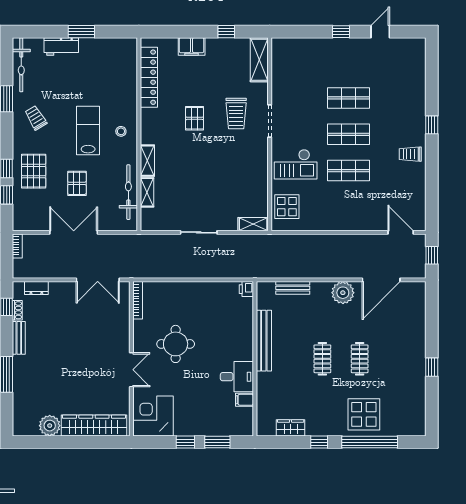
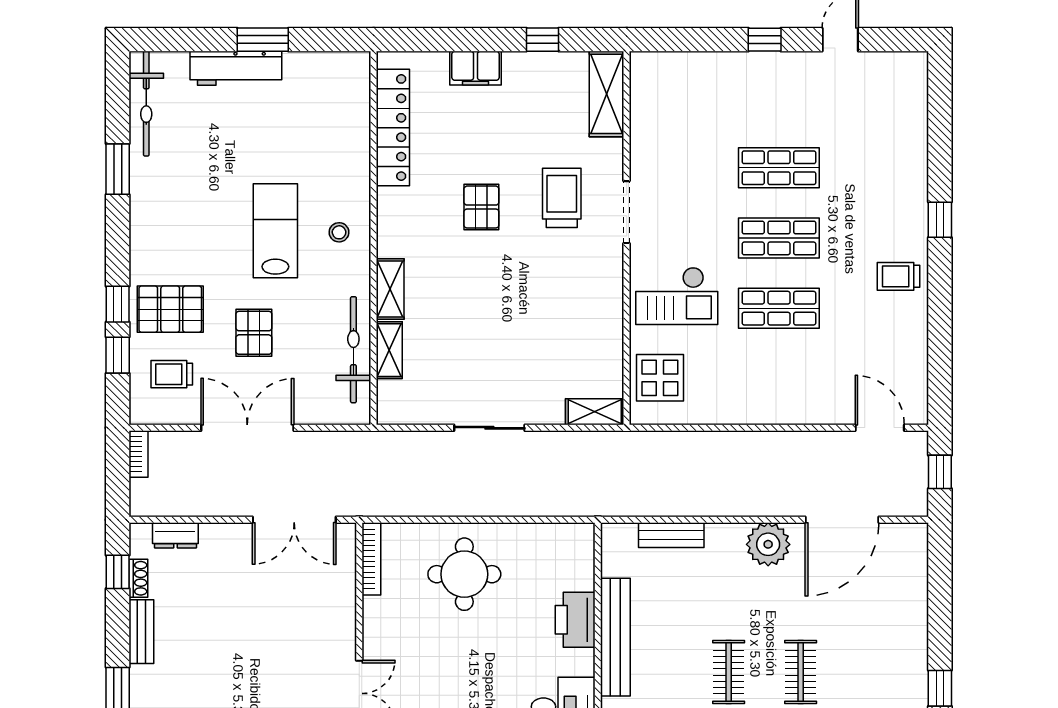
workbench: (61, 47) -> (236, 68), width x1.38
trolley: (236, 114) -> (562, 198), turned 180
trolley: (36, 118) -> (172, 374), moved, turned -59
pallet: (34, 171) -> (170, 309), turned 90
printer: (246, 289) -> (575, 620), moved, width x1.87, depth x1.48
round table: (176, 344) -> (464, 574), moved

